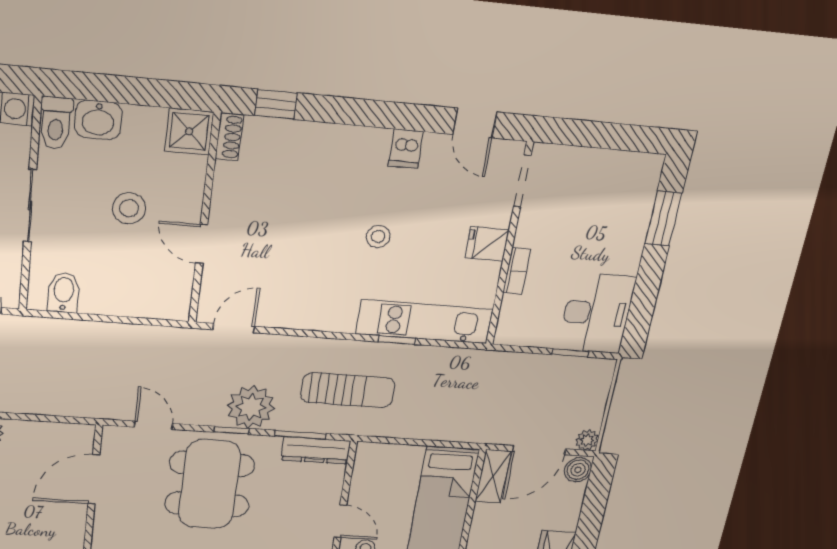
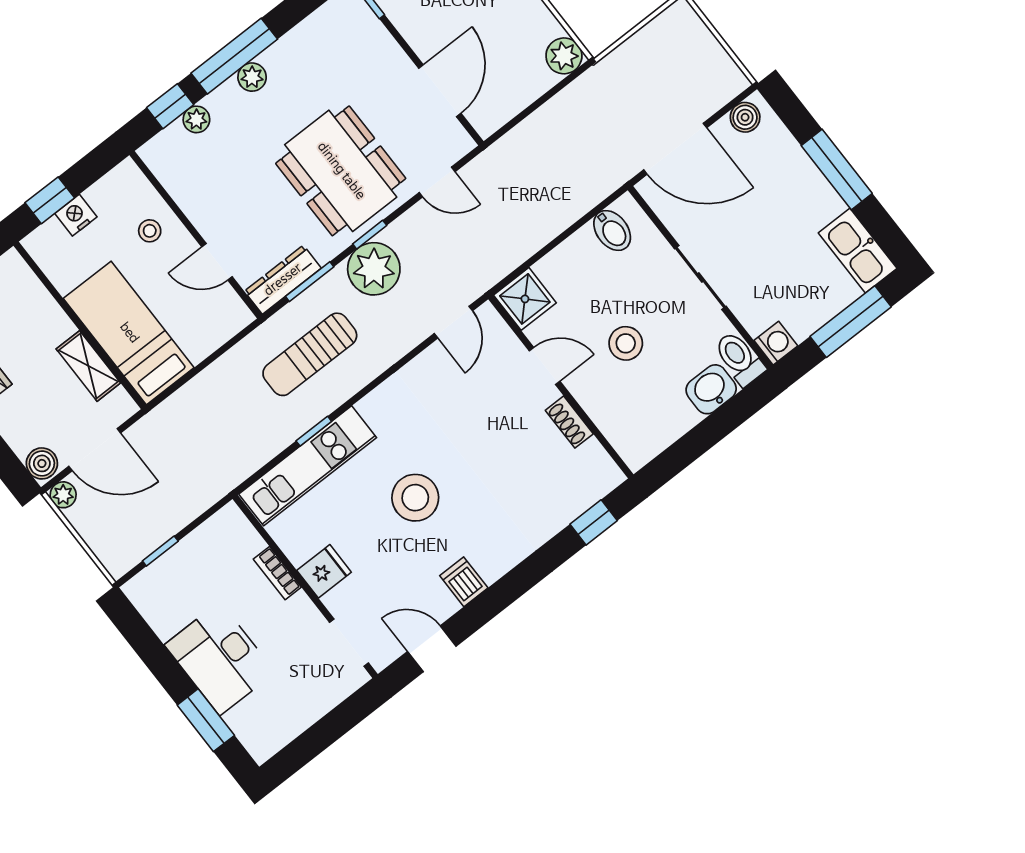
shower: (189, 131) -> (525, 299), moved
shoe rack: (229, 137) -> (569, 422), moved
stool: (378, 236) -> (415, 498), width x1.89, depth x1.89
desk: (597, 313) -> (220, 659), moved
door: (539, 450) -> (95, 450), swing flipped
shelving: (493, 476) -> (88, 366), moved
door: (340, 521) -> (217, 262), moved

